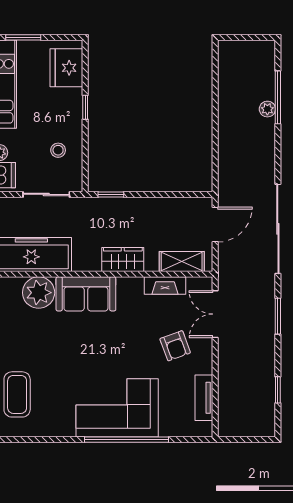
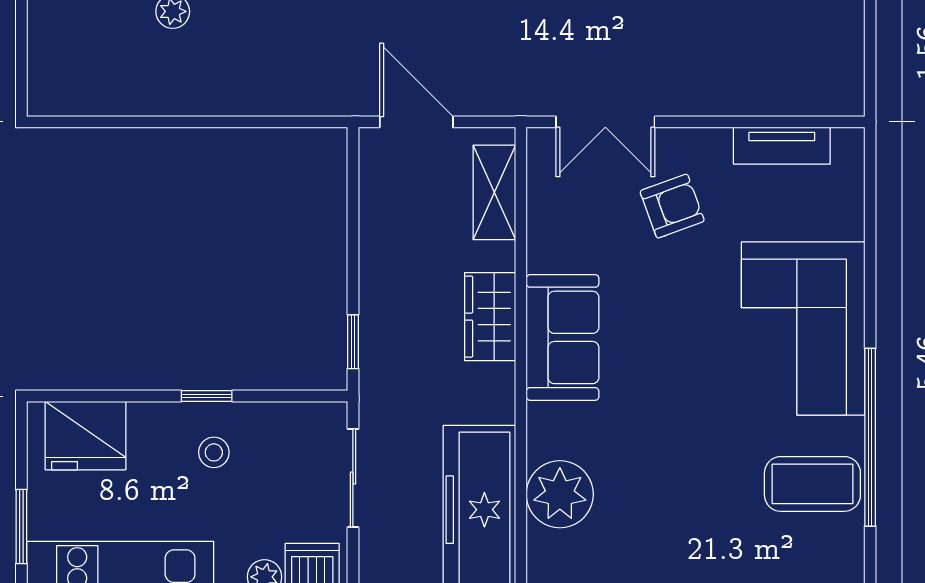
window: (85, 107) -> (207, 396), moved
stool: (58, 150) -> (214, 452), moved
fireplace: (165, 285) -> (545, 228), removed
sofa: (86, 294) -> (563, 337), moved
coffee table: (17, 394) -> (812, 484), moved
window: (127, 440) -> (870, 437), moved

